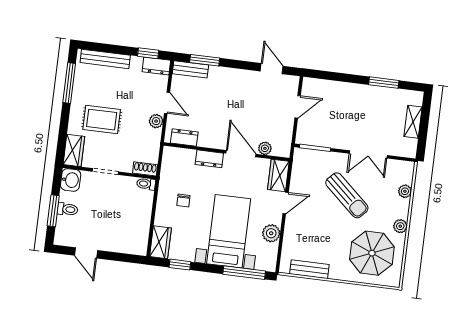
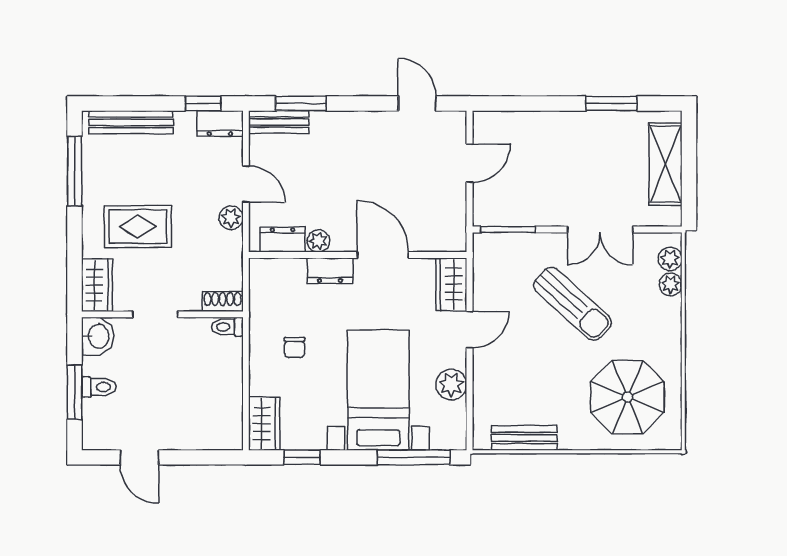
shelving: (413, 122) -> (665, 164), width x1.50, depth x1.33
plant: (265, 148) -> (318, 241), moved
plant: (400, 226) -> (670, 259), moved

